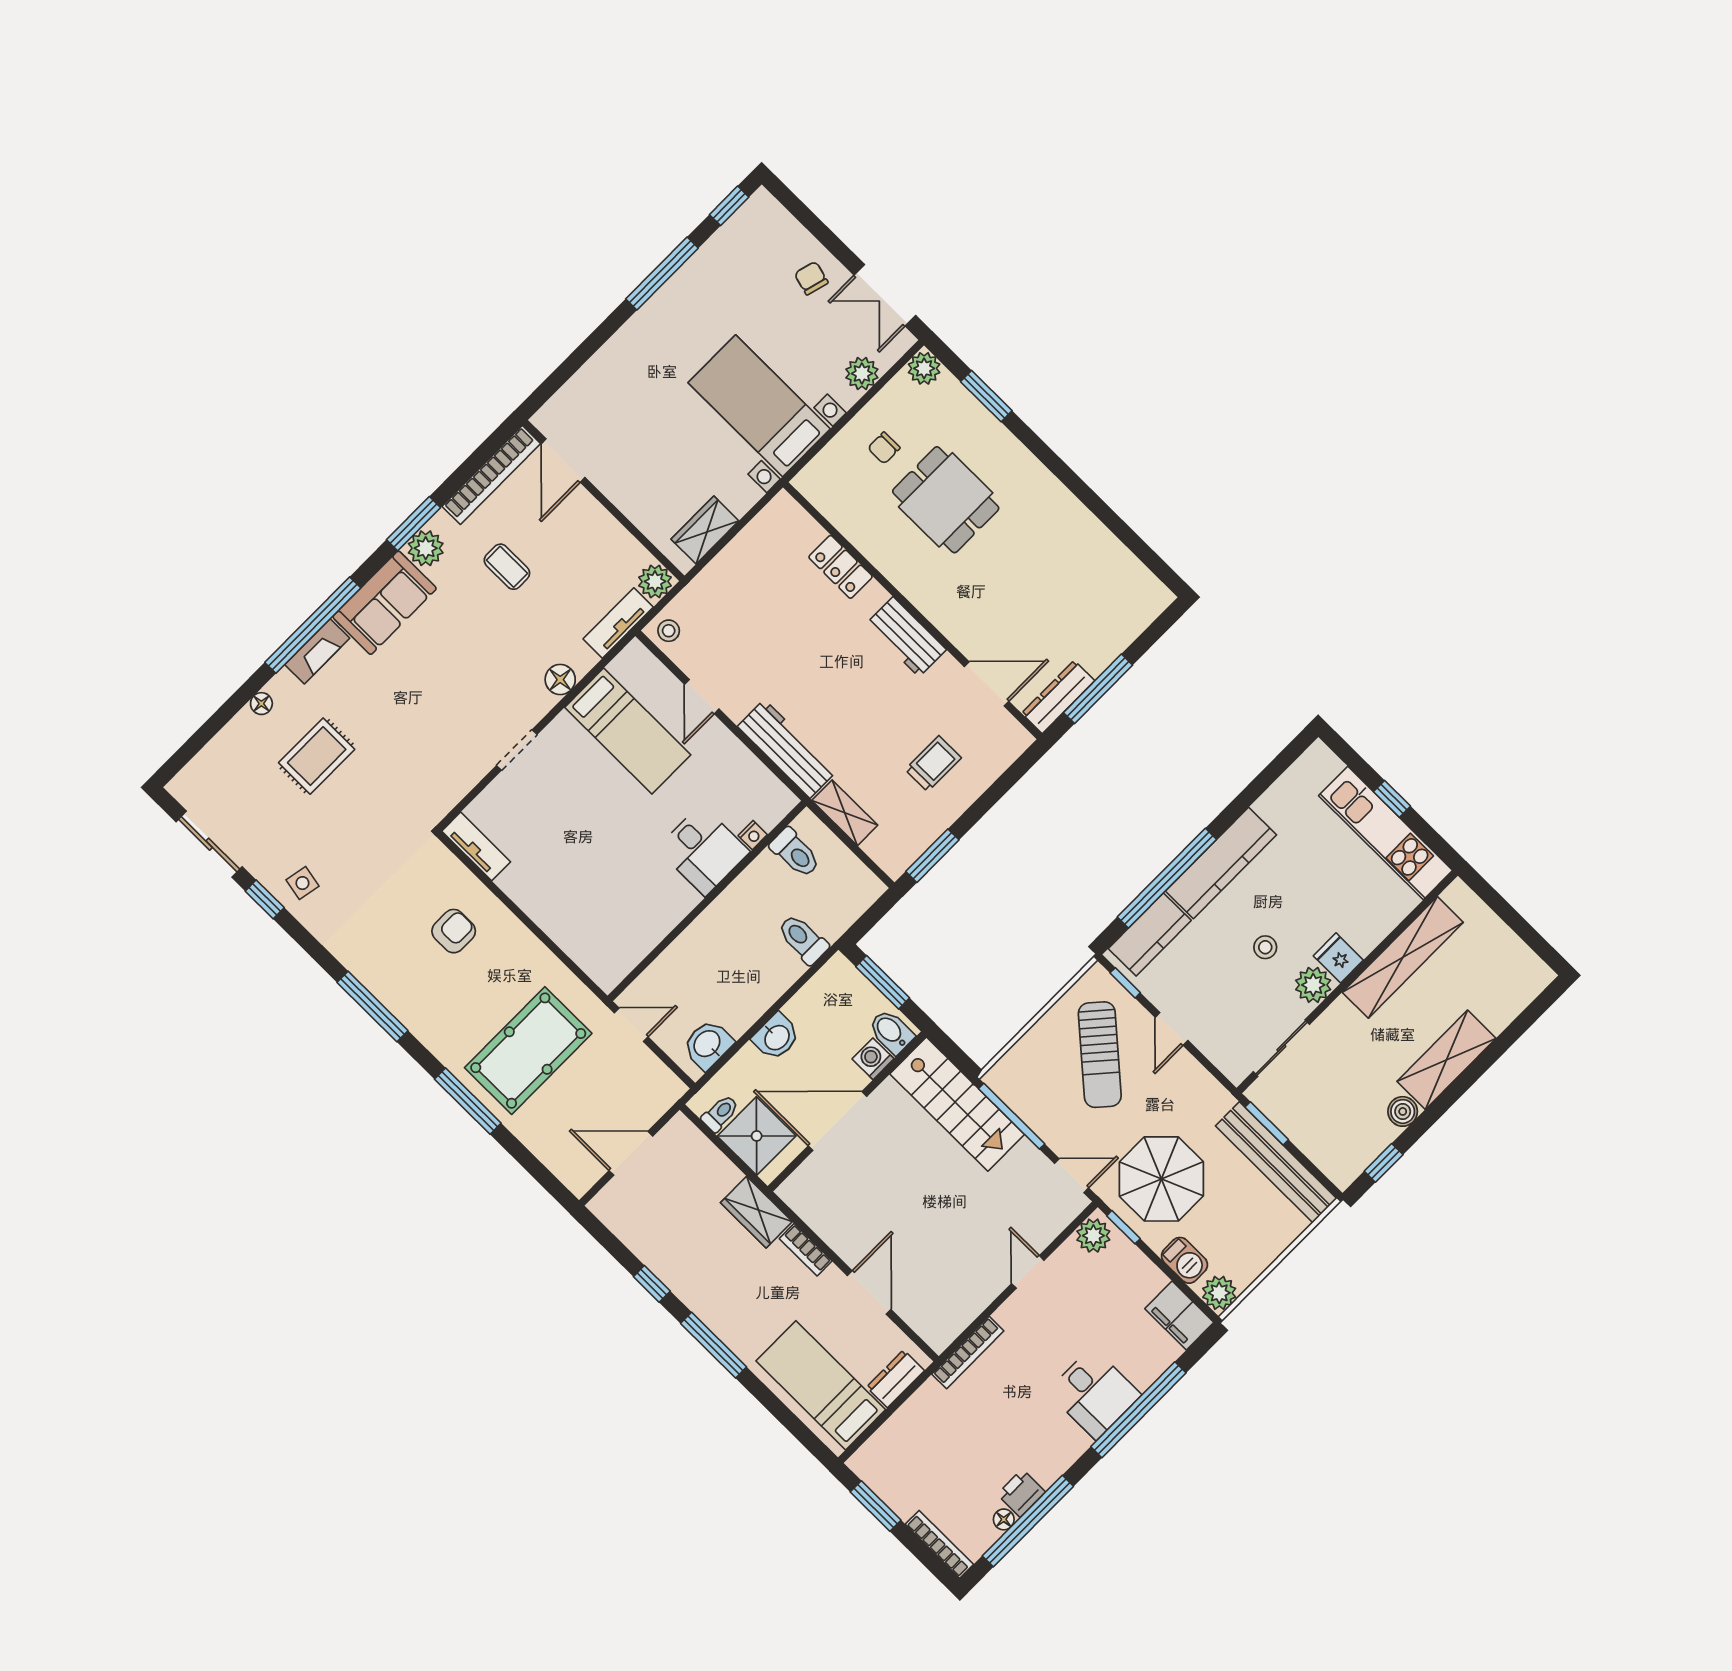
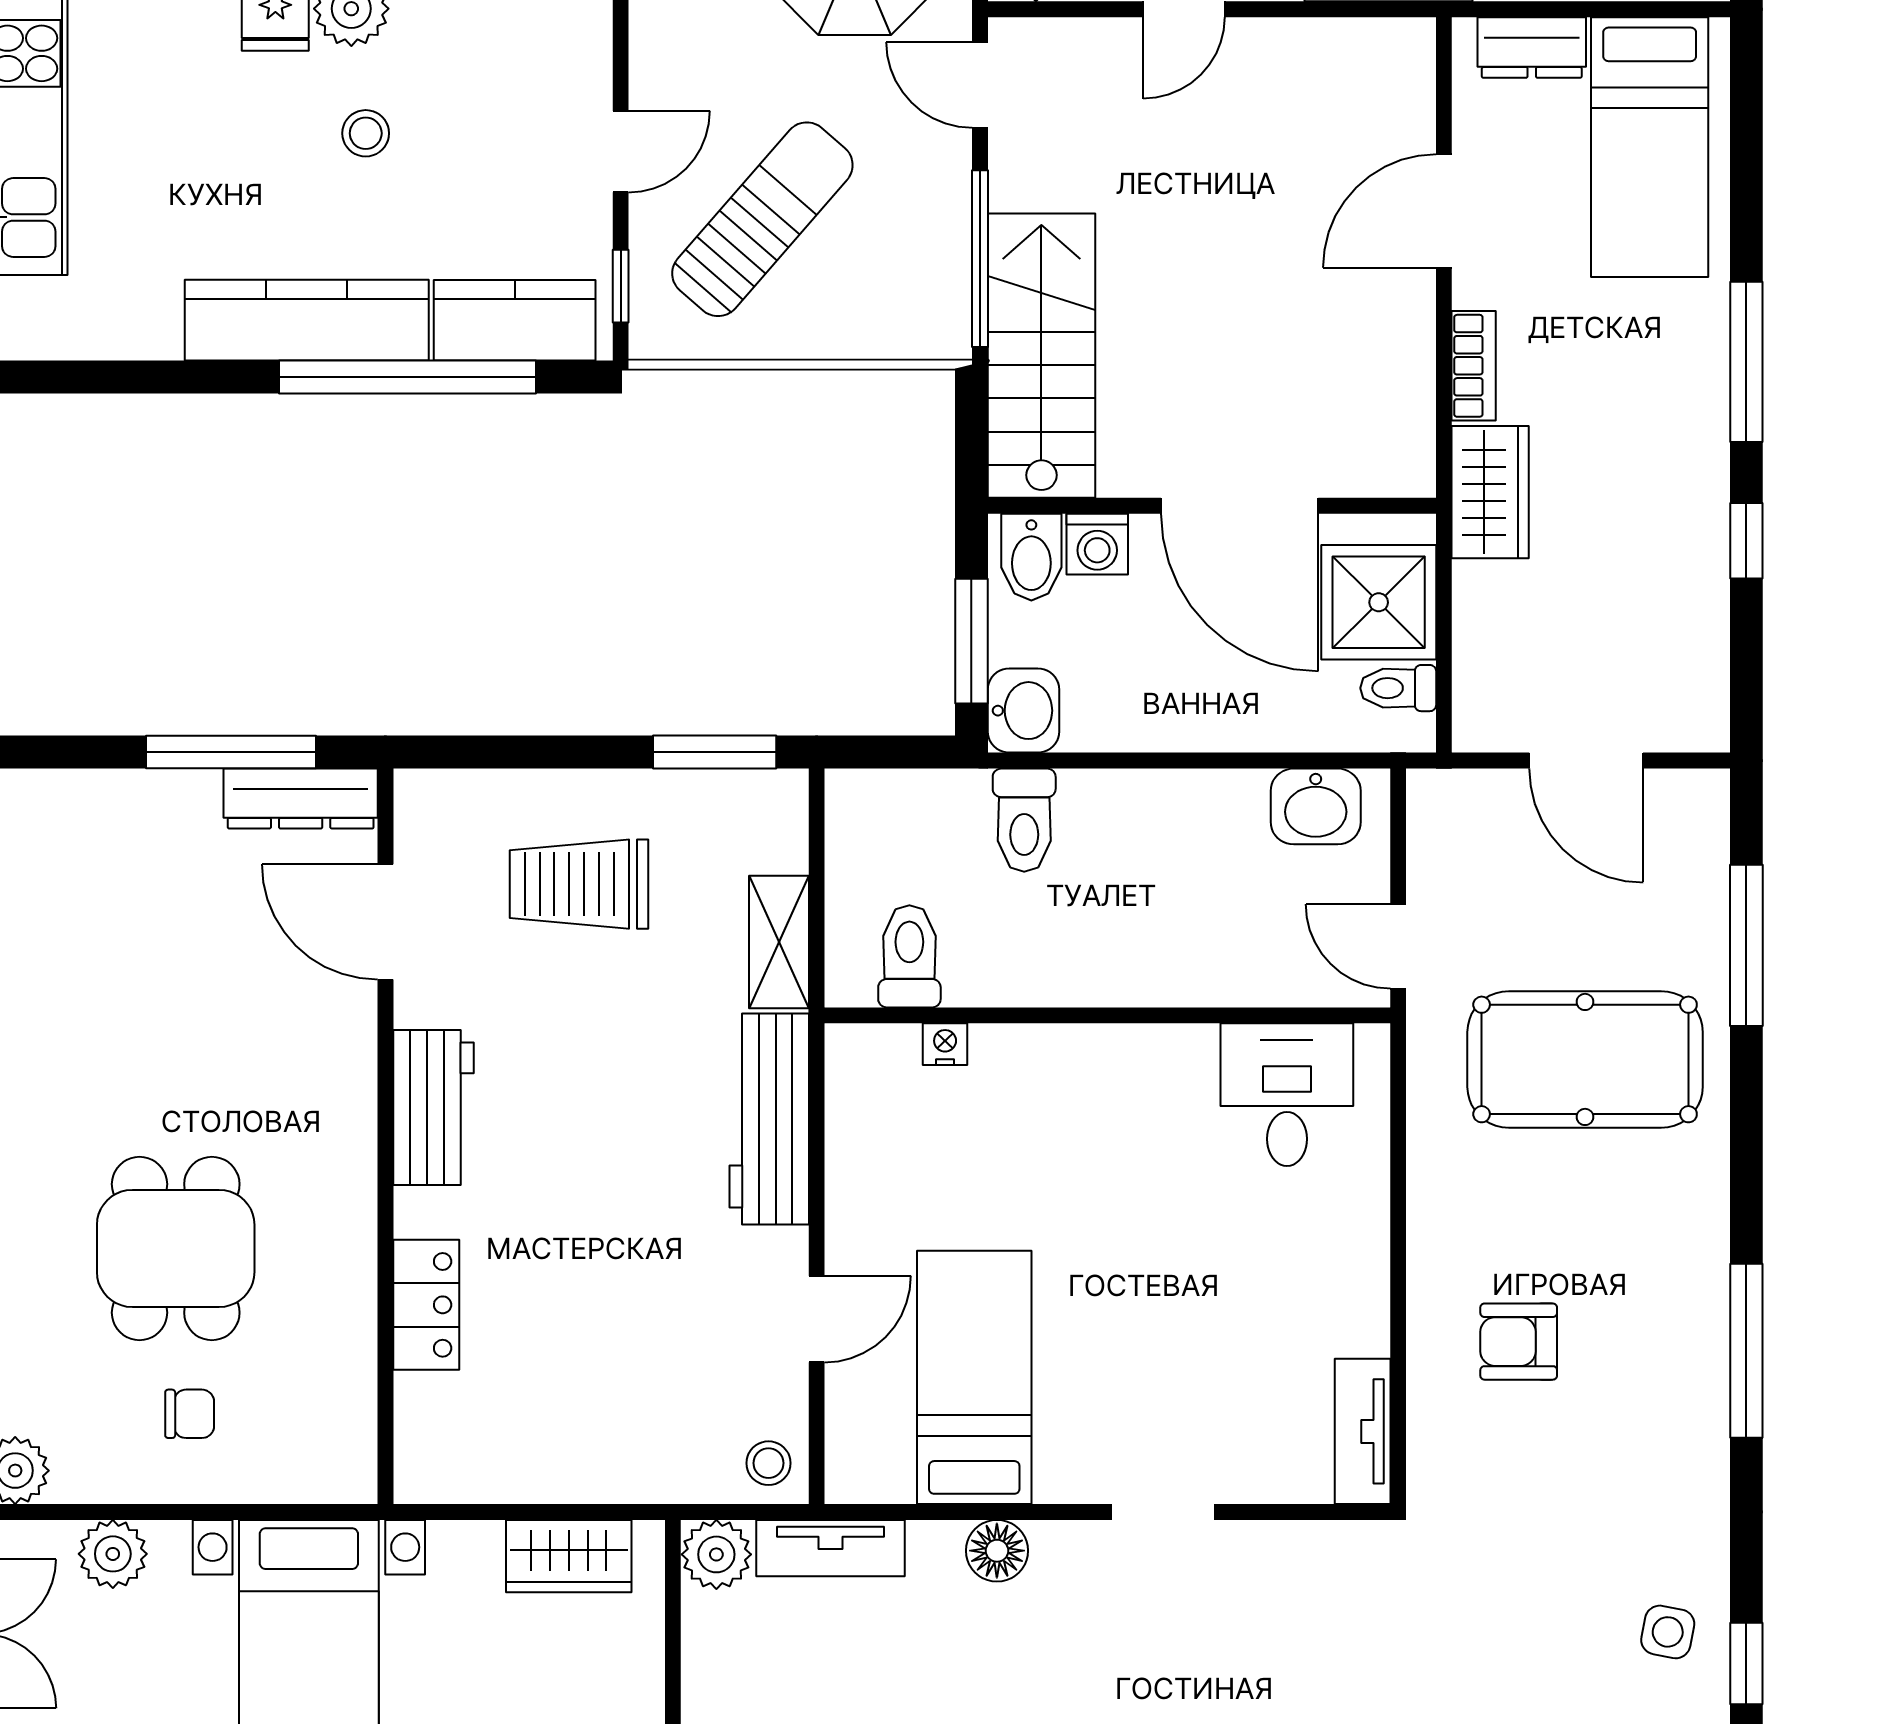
trolley: (933, 764) -> (579, 884), width x1.36, depth x1.39
desk: (703, 850) -> (1287, 1095), moved
washbasin: (776, 1037) -> (1023, 711), moved, turned 90
window: (468, 1101) -> (1746, 945), moved

